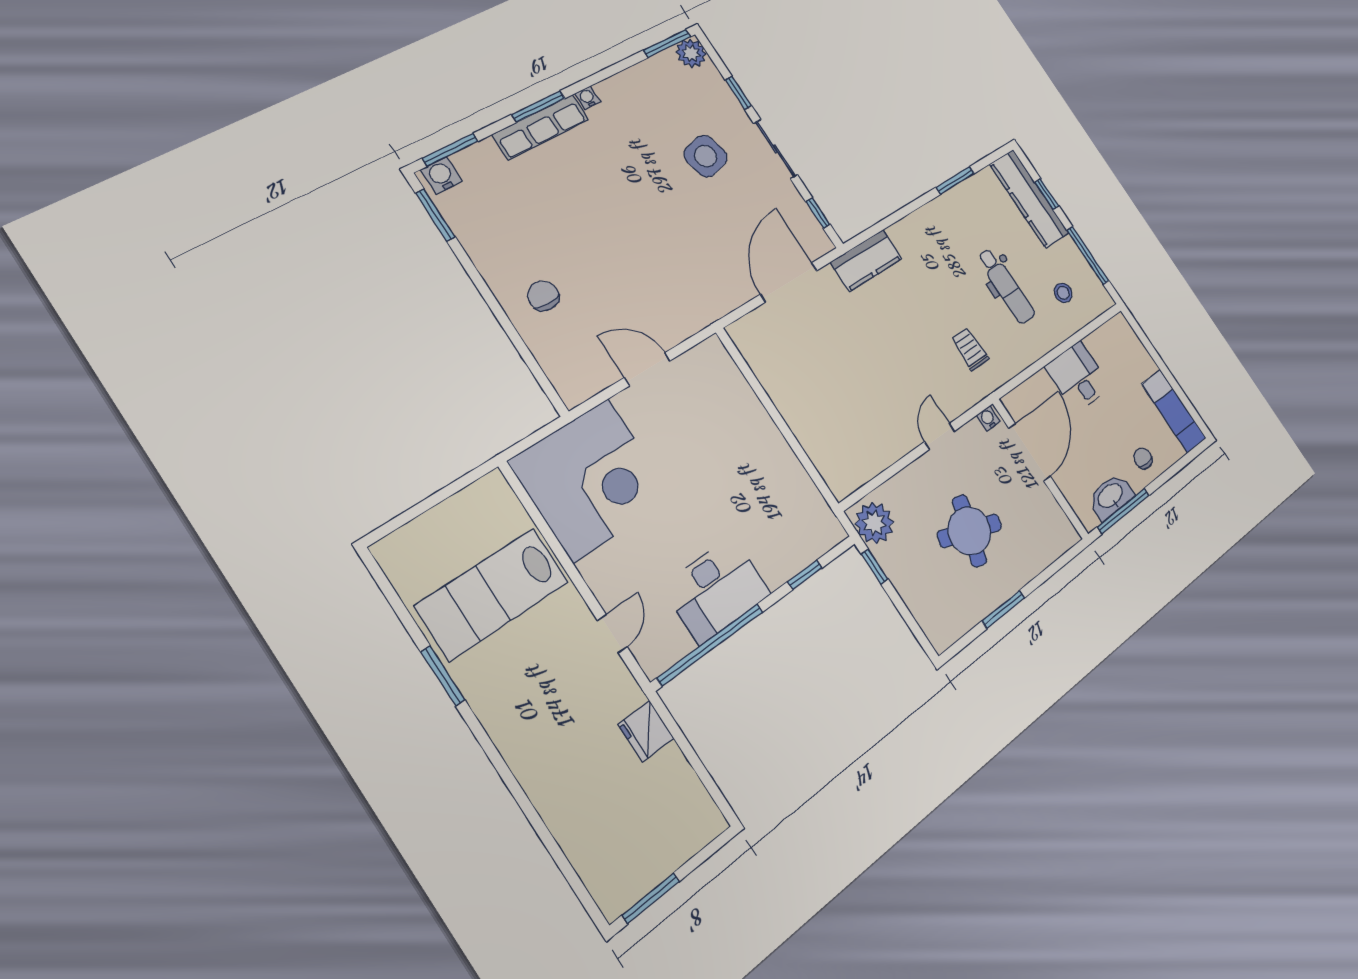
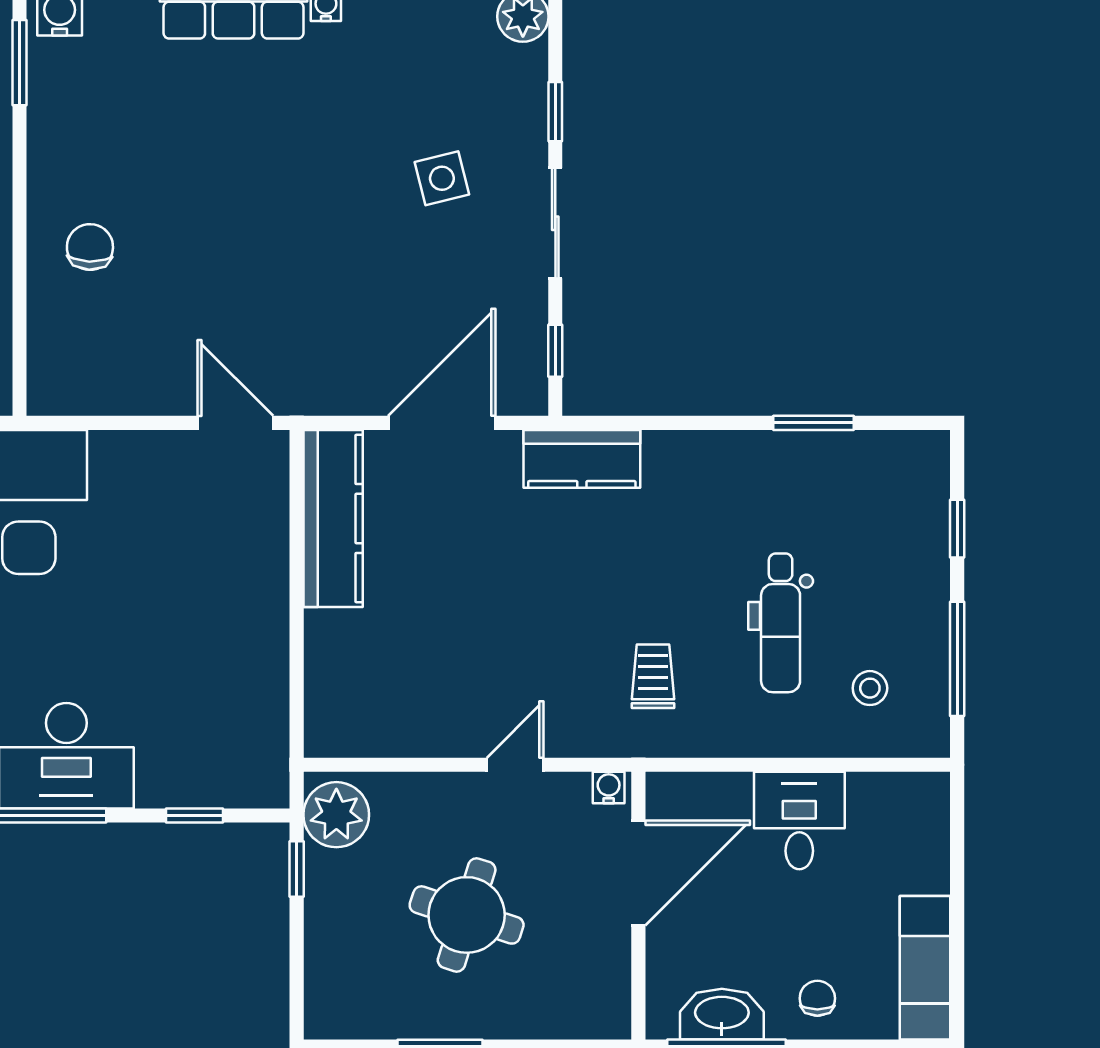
side table: (706, 156) -> (442, 178), width x0.73, depth x0.73
kitchen counter: (1029, 199) -> (333, 518), moved, turned 180
door: (647, 369) -> (235, 423), moved

